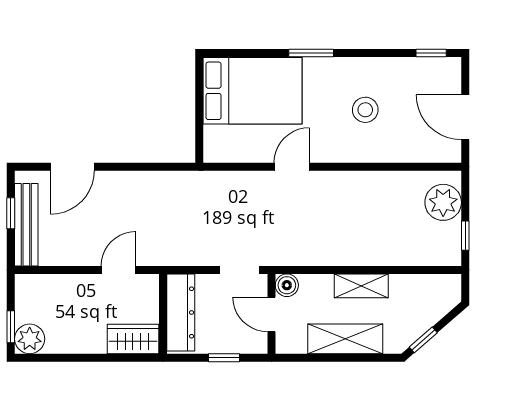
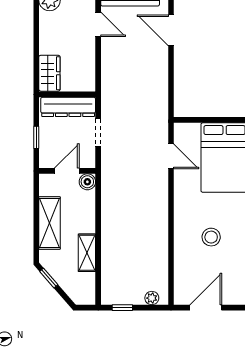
door: (292, 167) -> (171, 156), moved
plant: (443, 202) -> (152, 298), width x0.53, depth x0.53
door: (119, 270) -> (98, 24), moved
doorway: (239, 270) -> (98, 133), moved
shelving: (361, 286) -> (87, 253), moved

